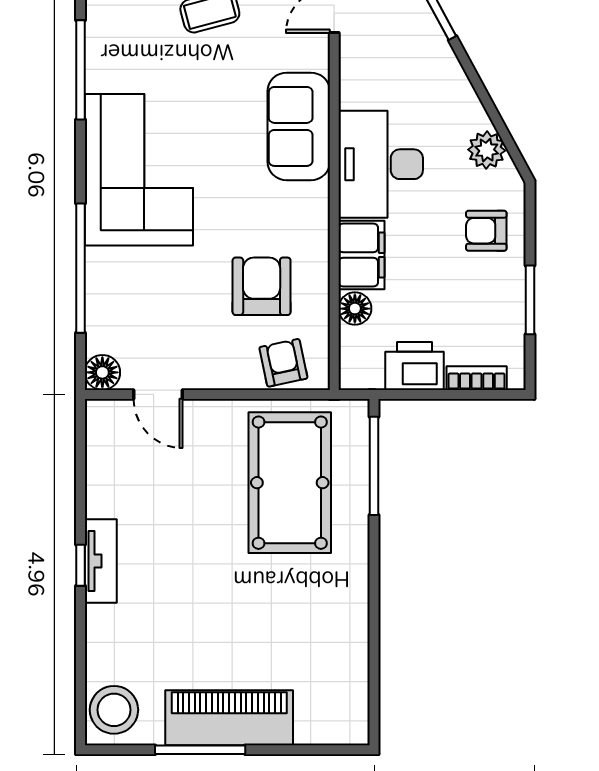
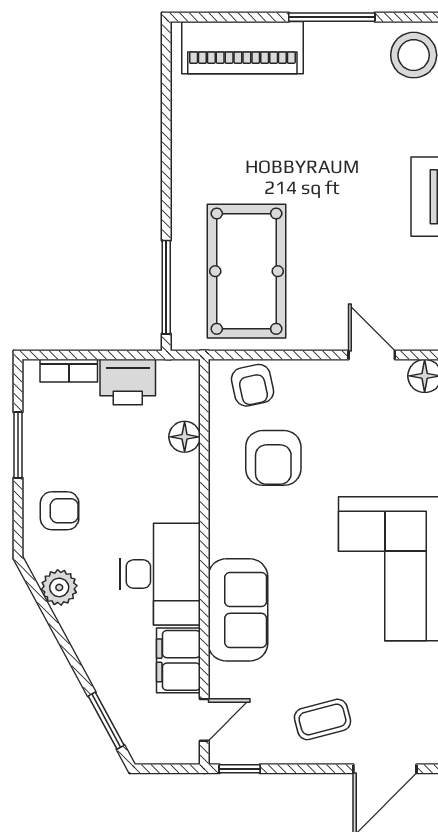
filing cabinet: (361, 255) -> (178, 660), moved
piano: (229, 718) -> (242, 48), moved

